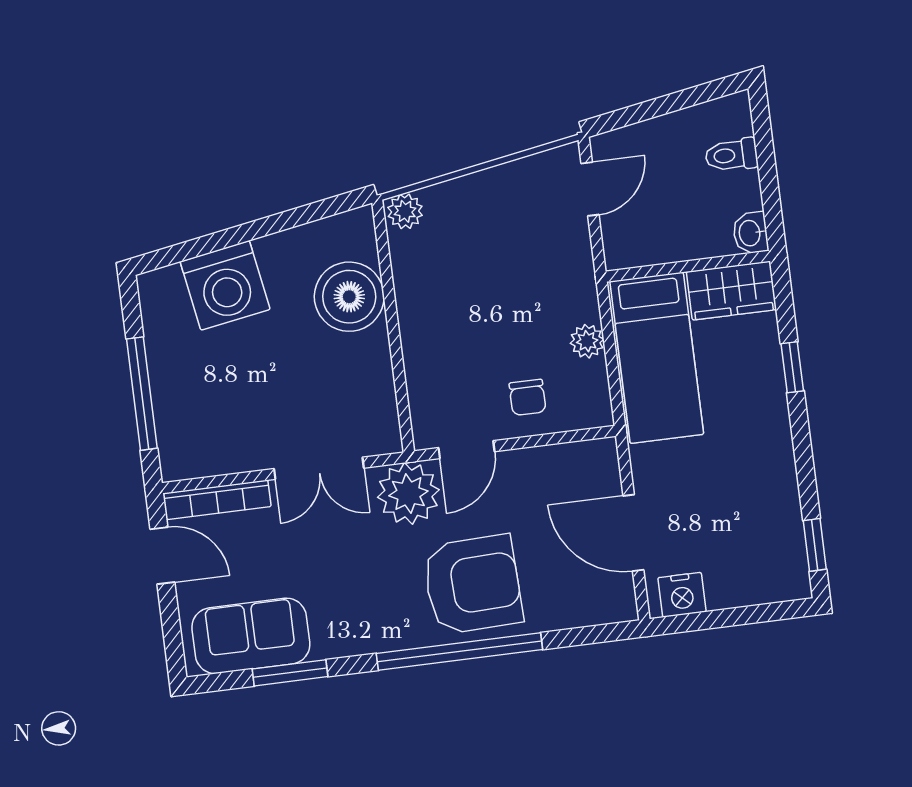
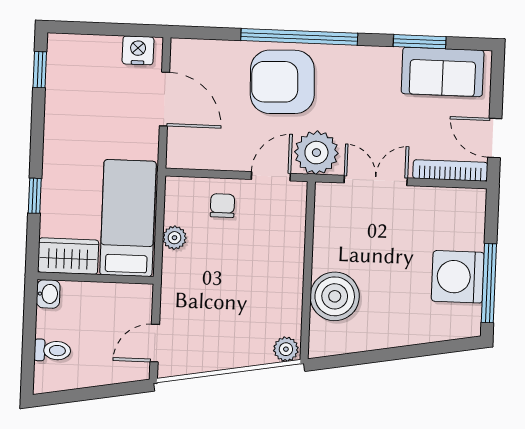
washing machine: (225, 285) -> (458, 277), moved, turned -80
window: (142, 394) -> (489, 283), moved

